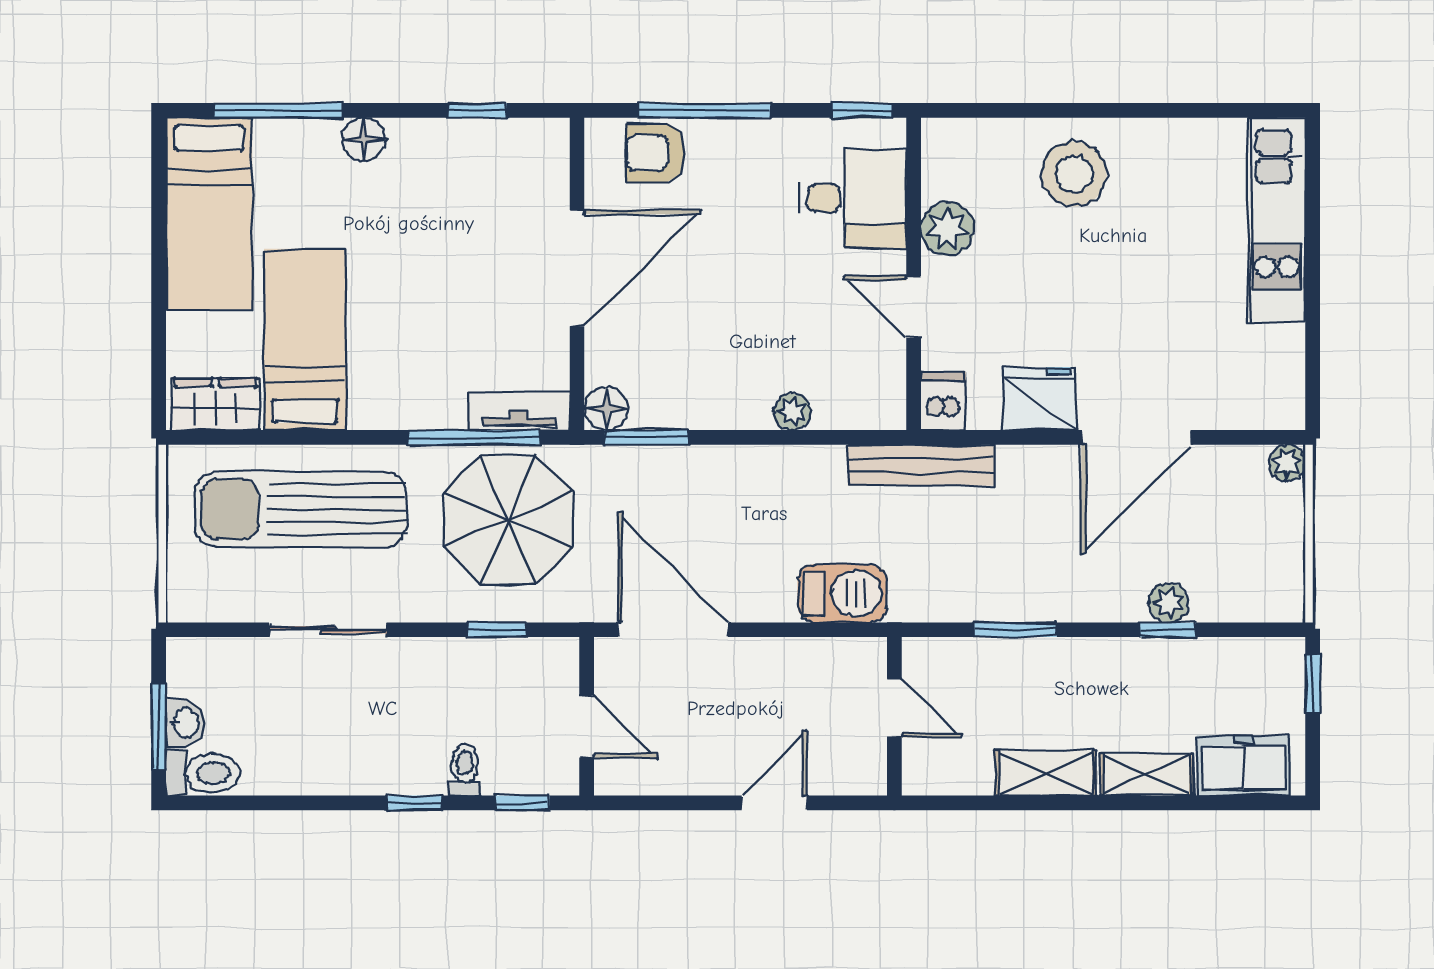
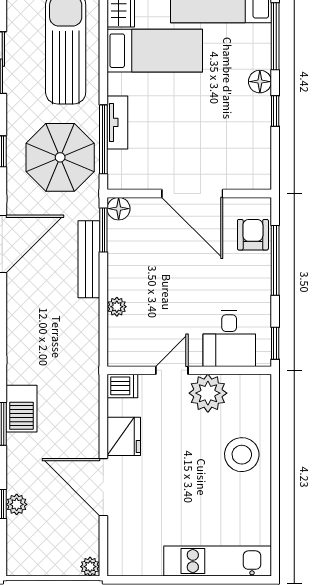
window: (477, 110) -> (275, 111), moved
plant: (947, 229) -> (208, 393), width x1.36, depth x1.36
tv unit: (519, 411) -> (117, 122), moved
bench: (921, 465) -> (89, 259), moved
barbecue: (842, 593) -> (21, 409), moved

